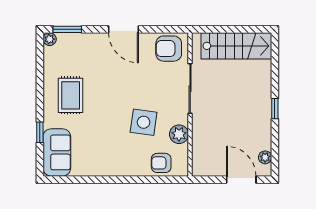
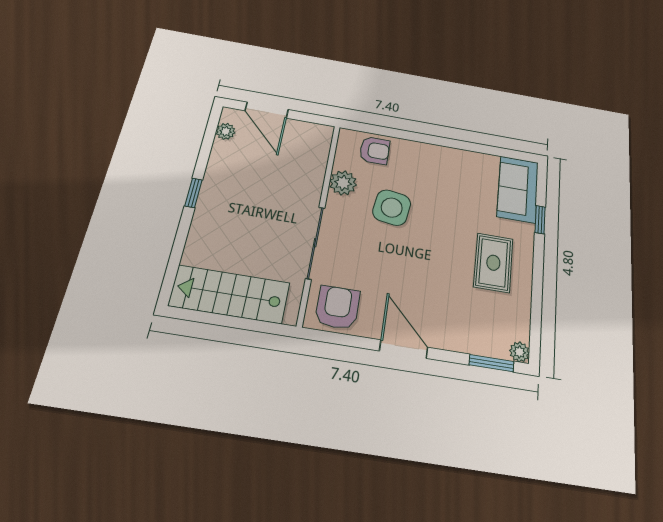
armchair: (169, 49) -> (337, 307), turned -90

